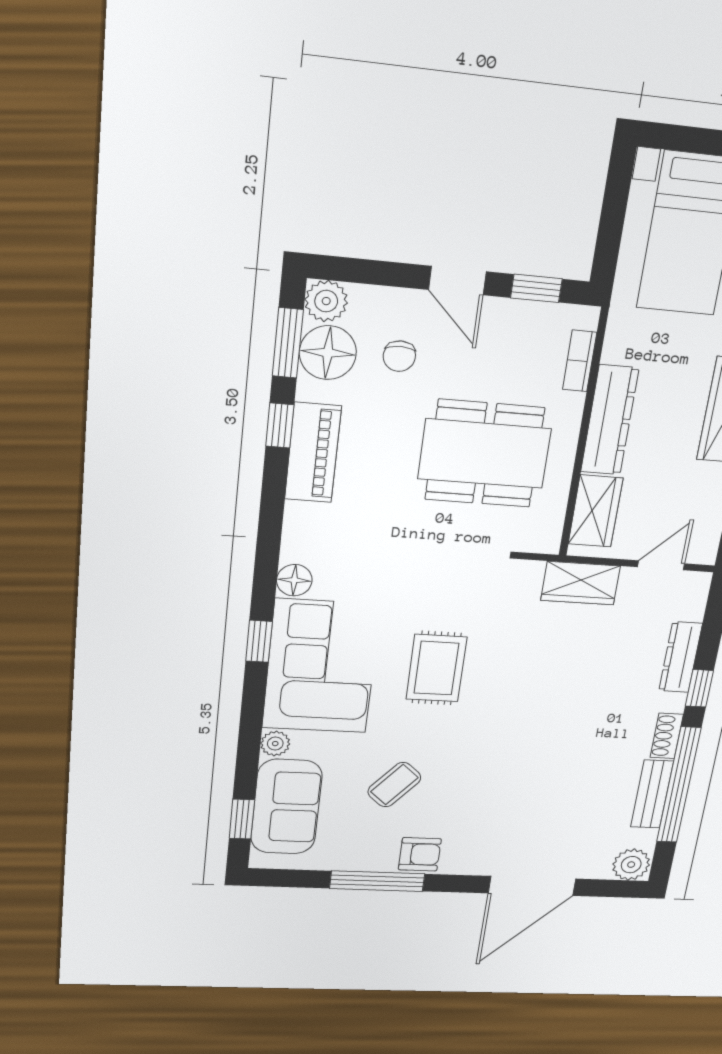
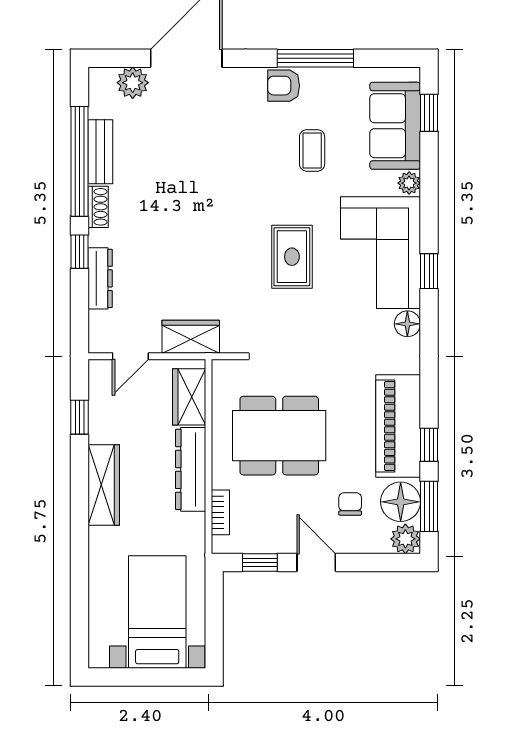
piano: (313, 453) -> (398, 426), width x1.37, depth x1.33
coffee table: (394, 785) -> (312, 150), turned -41
plant: (631, 865) -> (133, 83), moved

